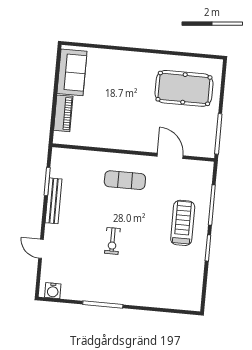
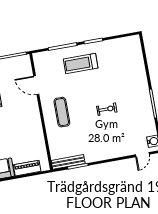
door: (170, 156) -> (36, 85), hinge flipped
bench: (54, 201) -> (68, 162), moved
door: (41, 249) -> (142, 155), moved

